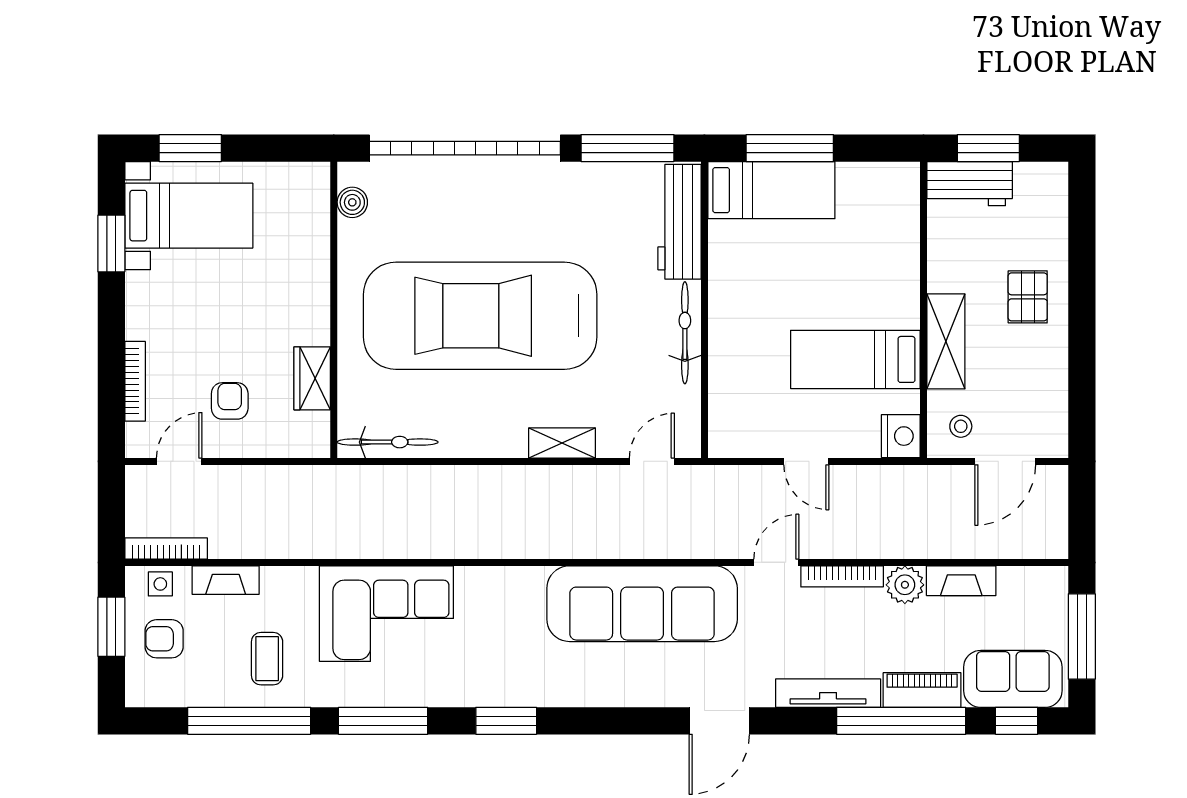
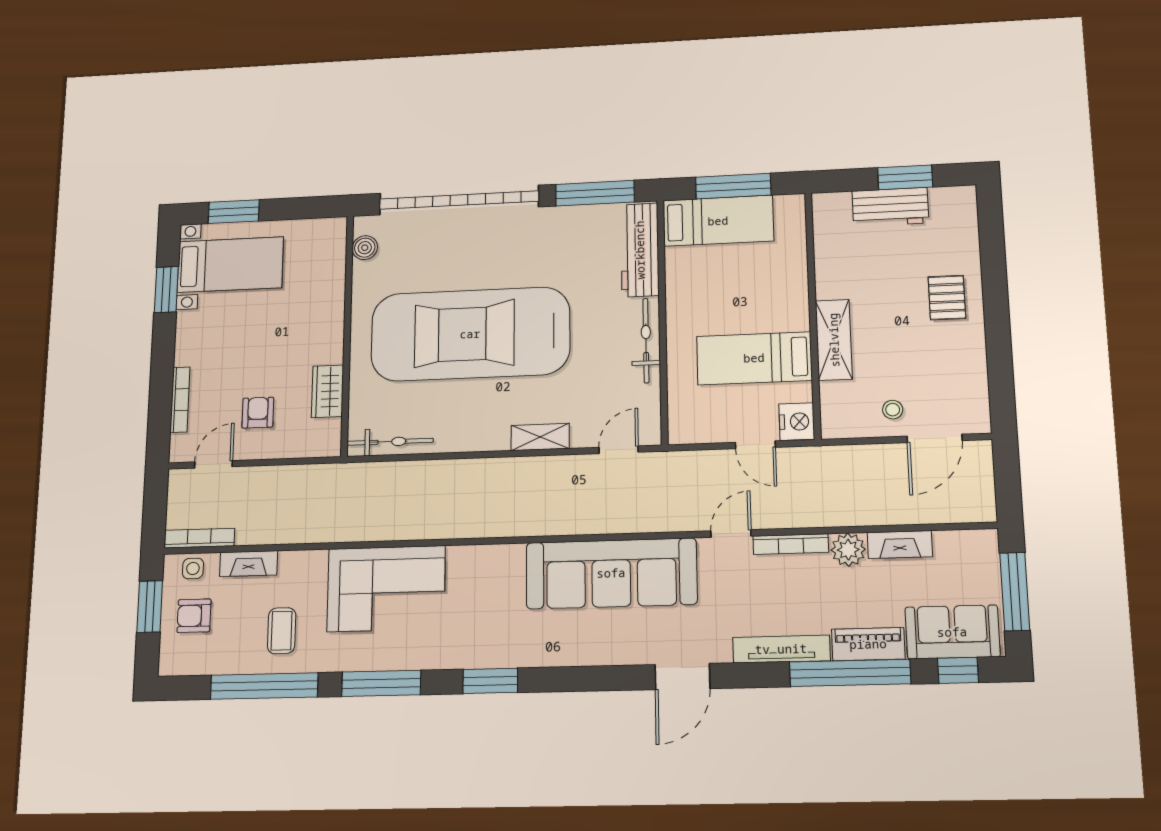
wall: (923, 310) -> (813, 314), moved
shelving: (946, 341) -> (834, 340), moved
bed: (855, 359) -> (754, 358), moved
nightstand: (901, 436) -> (797, 422), moved

